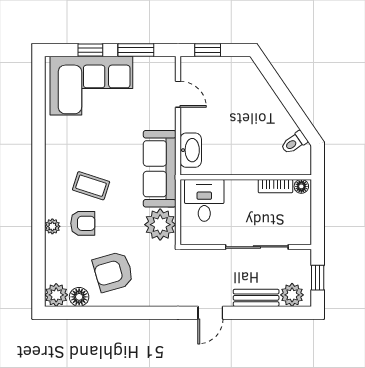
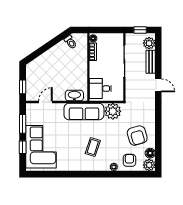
armchair: (83, 223) -> (129, 160), moved

